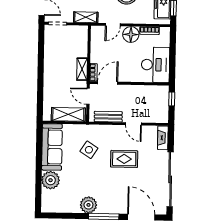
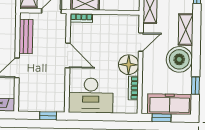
door: (113, 25) -> (141, 42), swing flipped
door: (108, 83) -> (68, 55), moved

